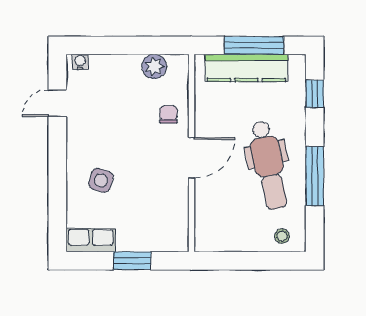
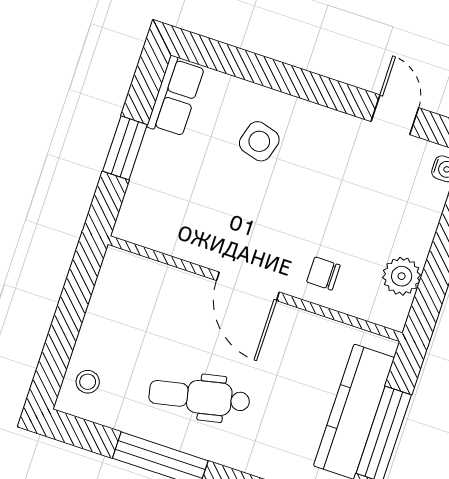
chair: (168, 115) -> (323, 274), turned 180
dental chair: (269, 165) -> (199, 397), width x0.73, depth x0.72

